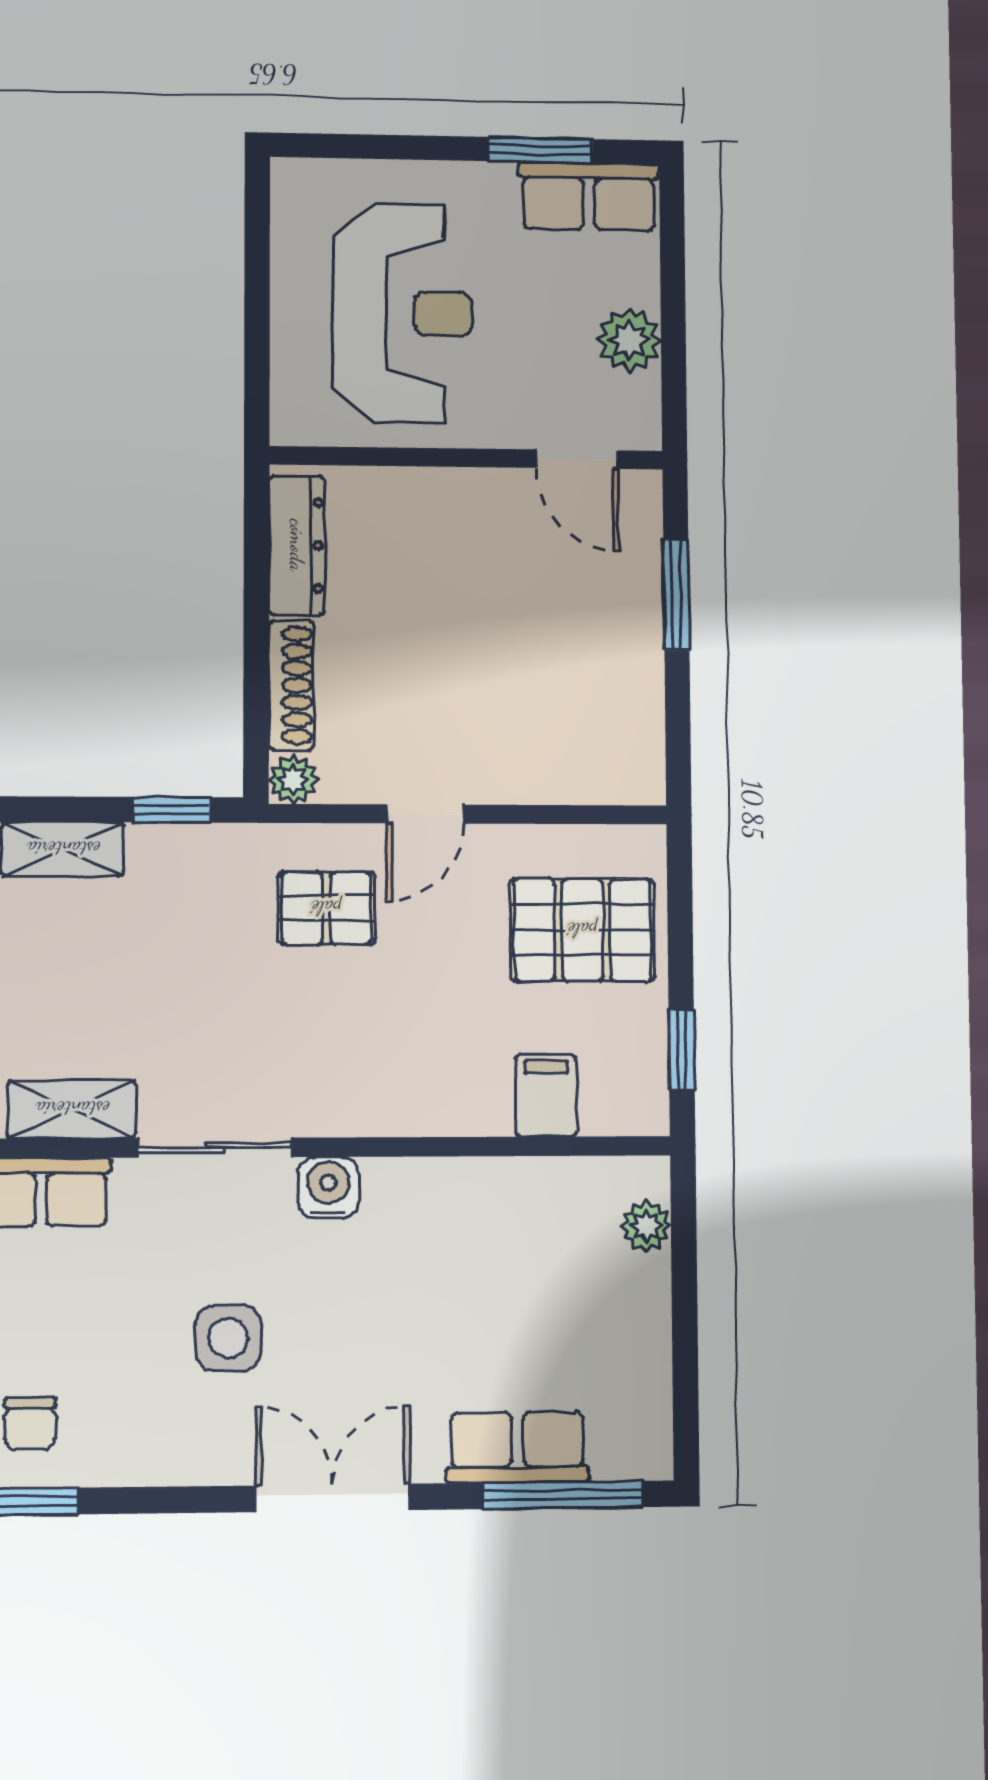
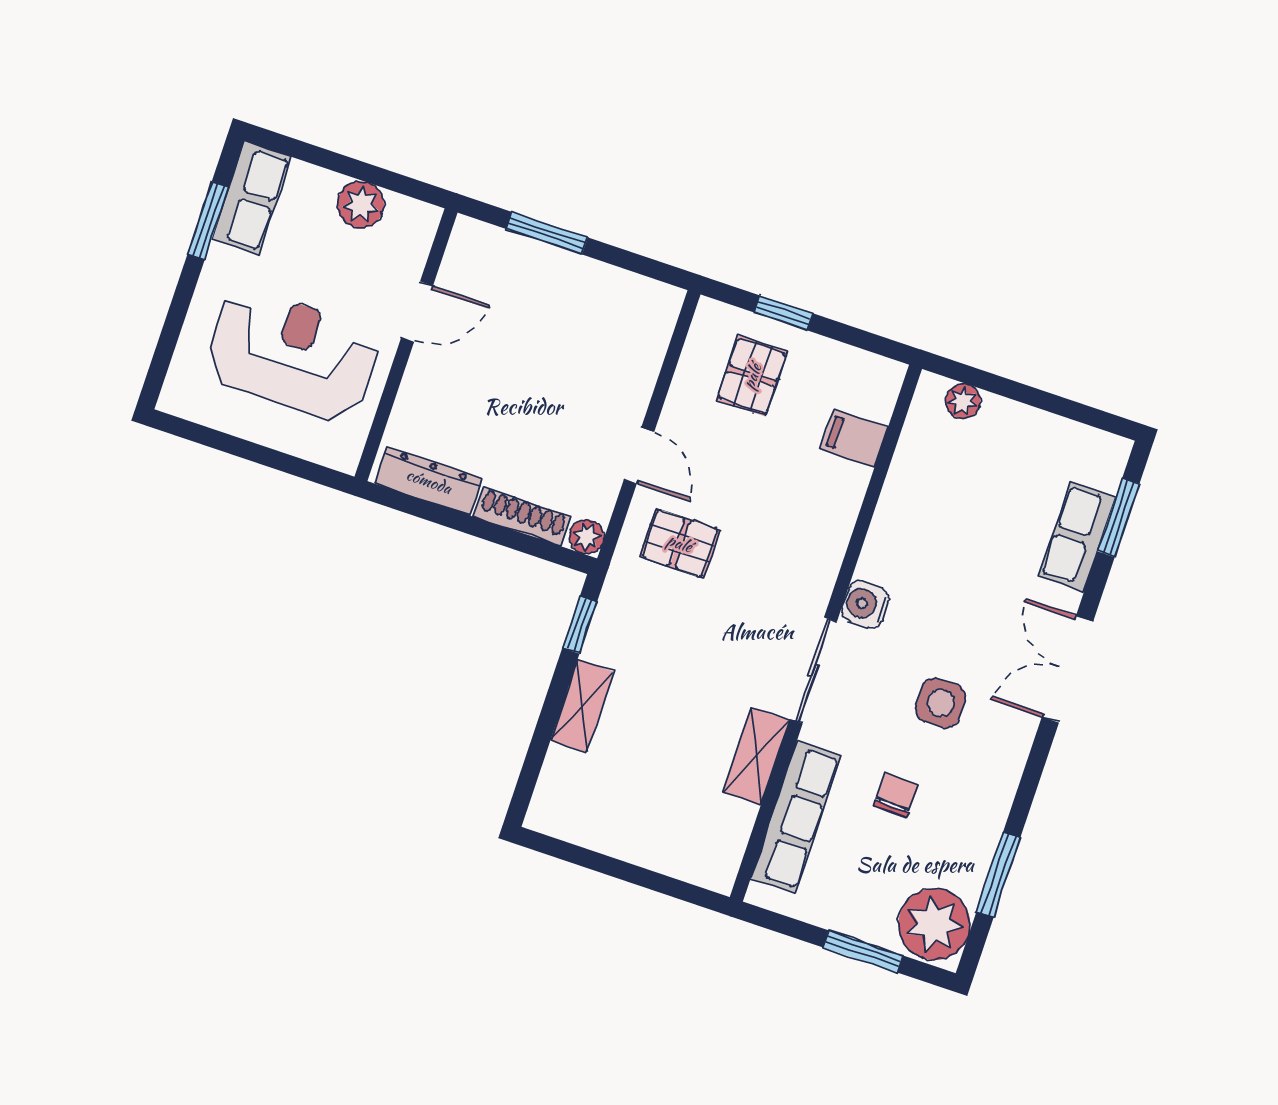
door: (577, 459) -> (417, 312), moved
pallet: (326, 908) -> (680, 543), turned 90
pallet: (582, 930) -> (752, 376), width x0.67, depth x0.71
window: (682, 1050) -> (784, 313), moved
chair: (30, 1423) -> (896, 795), moved, turned -88
window: (563, 1495) -> (1119, 517), width x0.69

